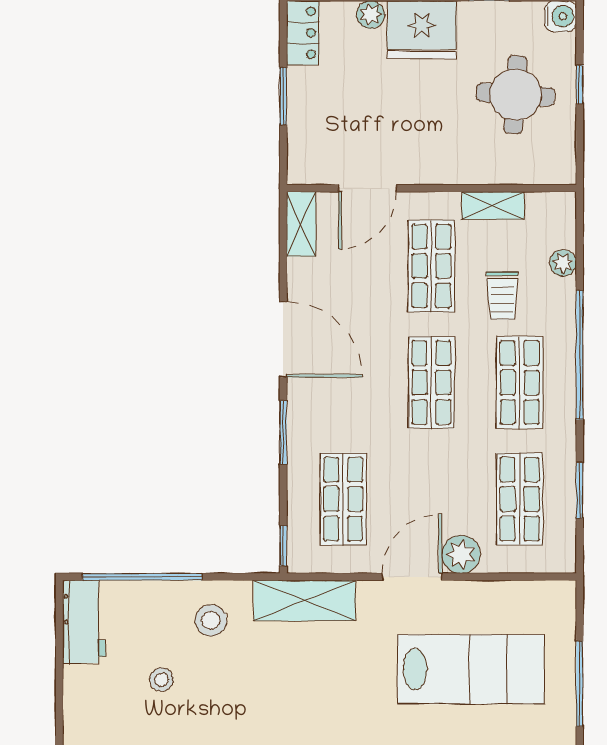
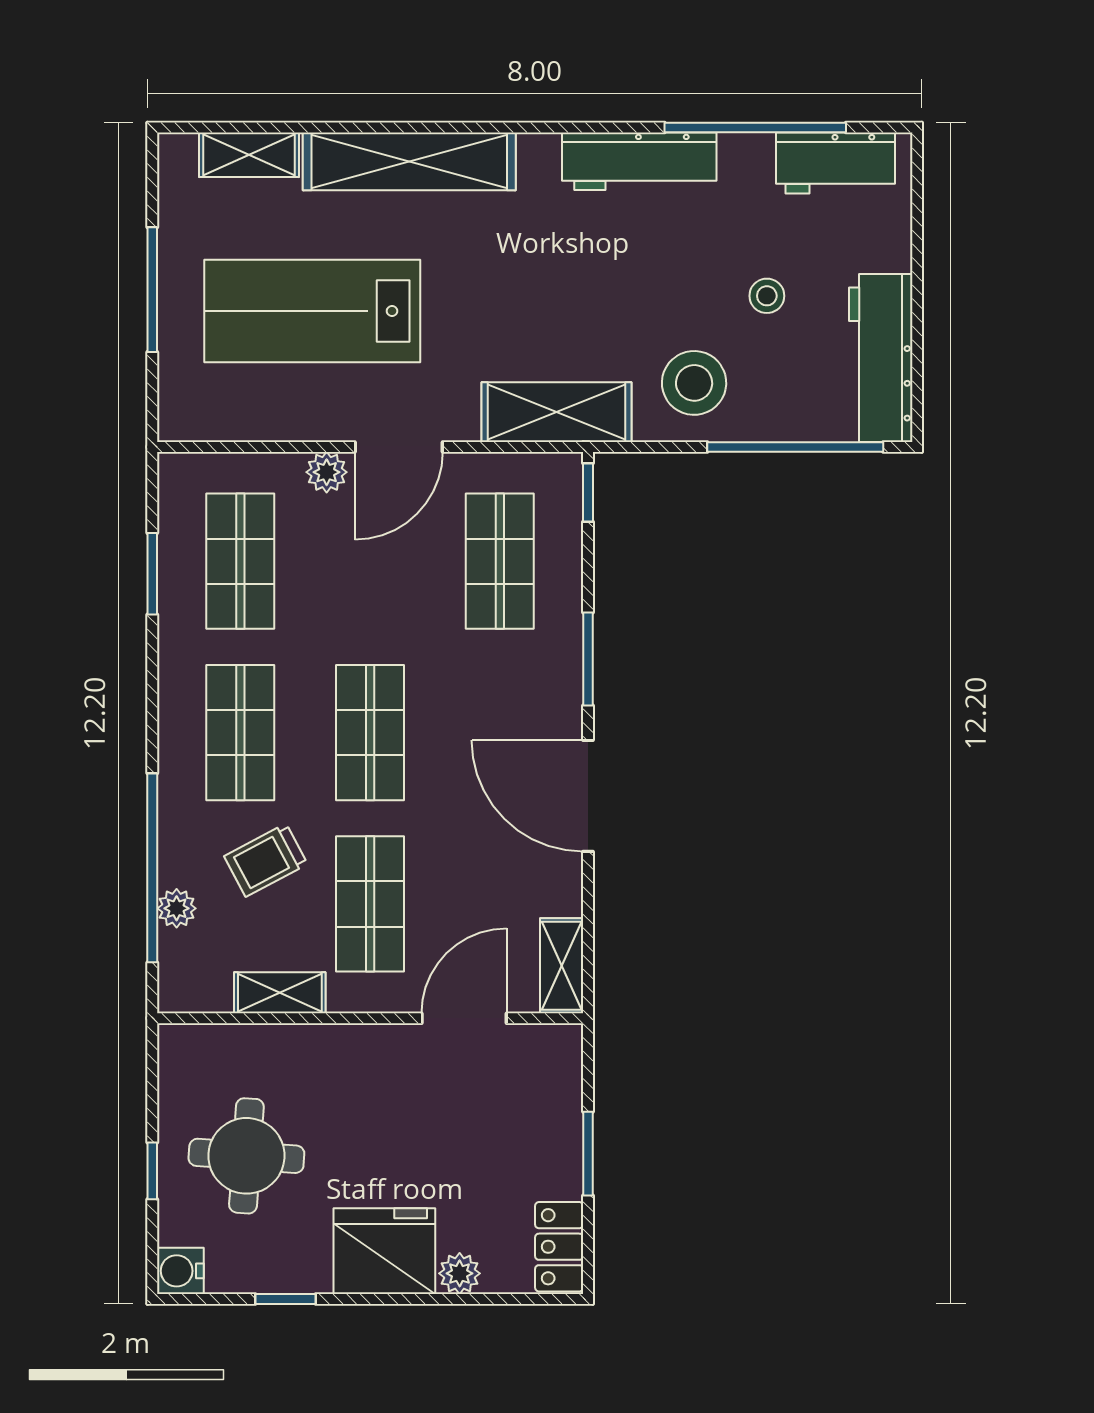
trolley: (502, 296) -> (266, 860), turned -118
window: (580, 355) -> (152, 868), moved
plant: (461, 554) -> (327, 472), width x0.73, depth x0.73
stool: (211, 620) -> (694, 383), width x1.38, depth x1.38
workbench: (84, 622) -> (881, 358), width x1.38

